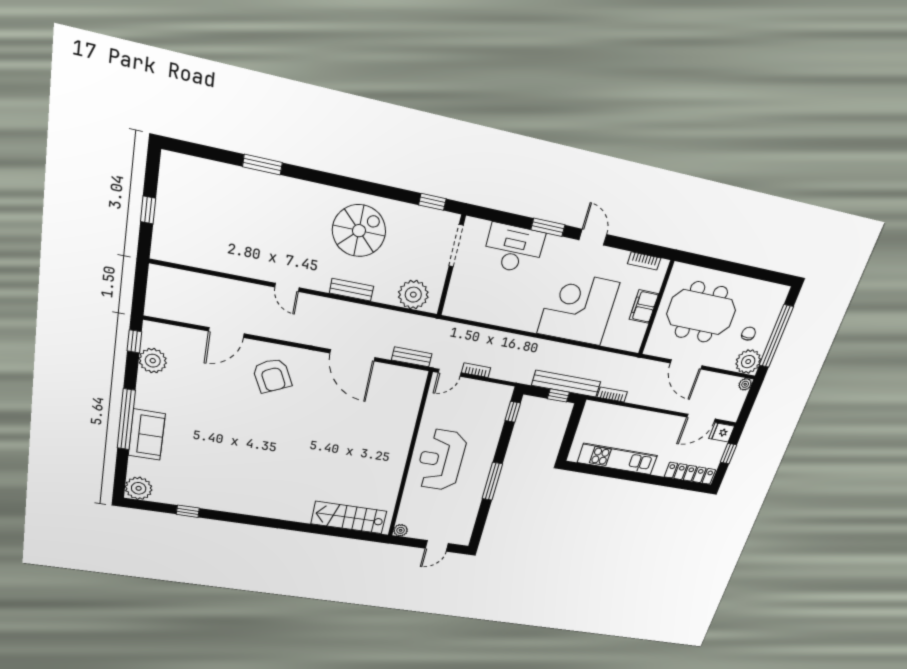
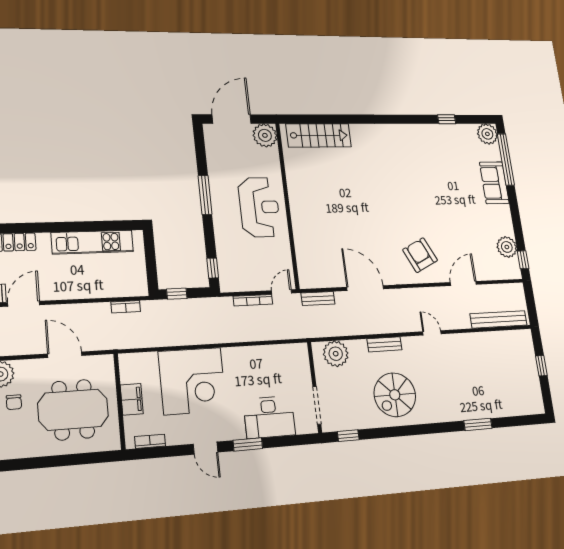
bookcase: (476, 370) -> (253, 300), width x1.56
bench: (566, 384) -> (499, 319), moved
window: (126, 419) -> (506, 159), moved
plant: (401, 530) -> (265, 135), width x1.88, depth x1.88
door: (437, 546) -> (232, 119), width x1.87

